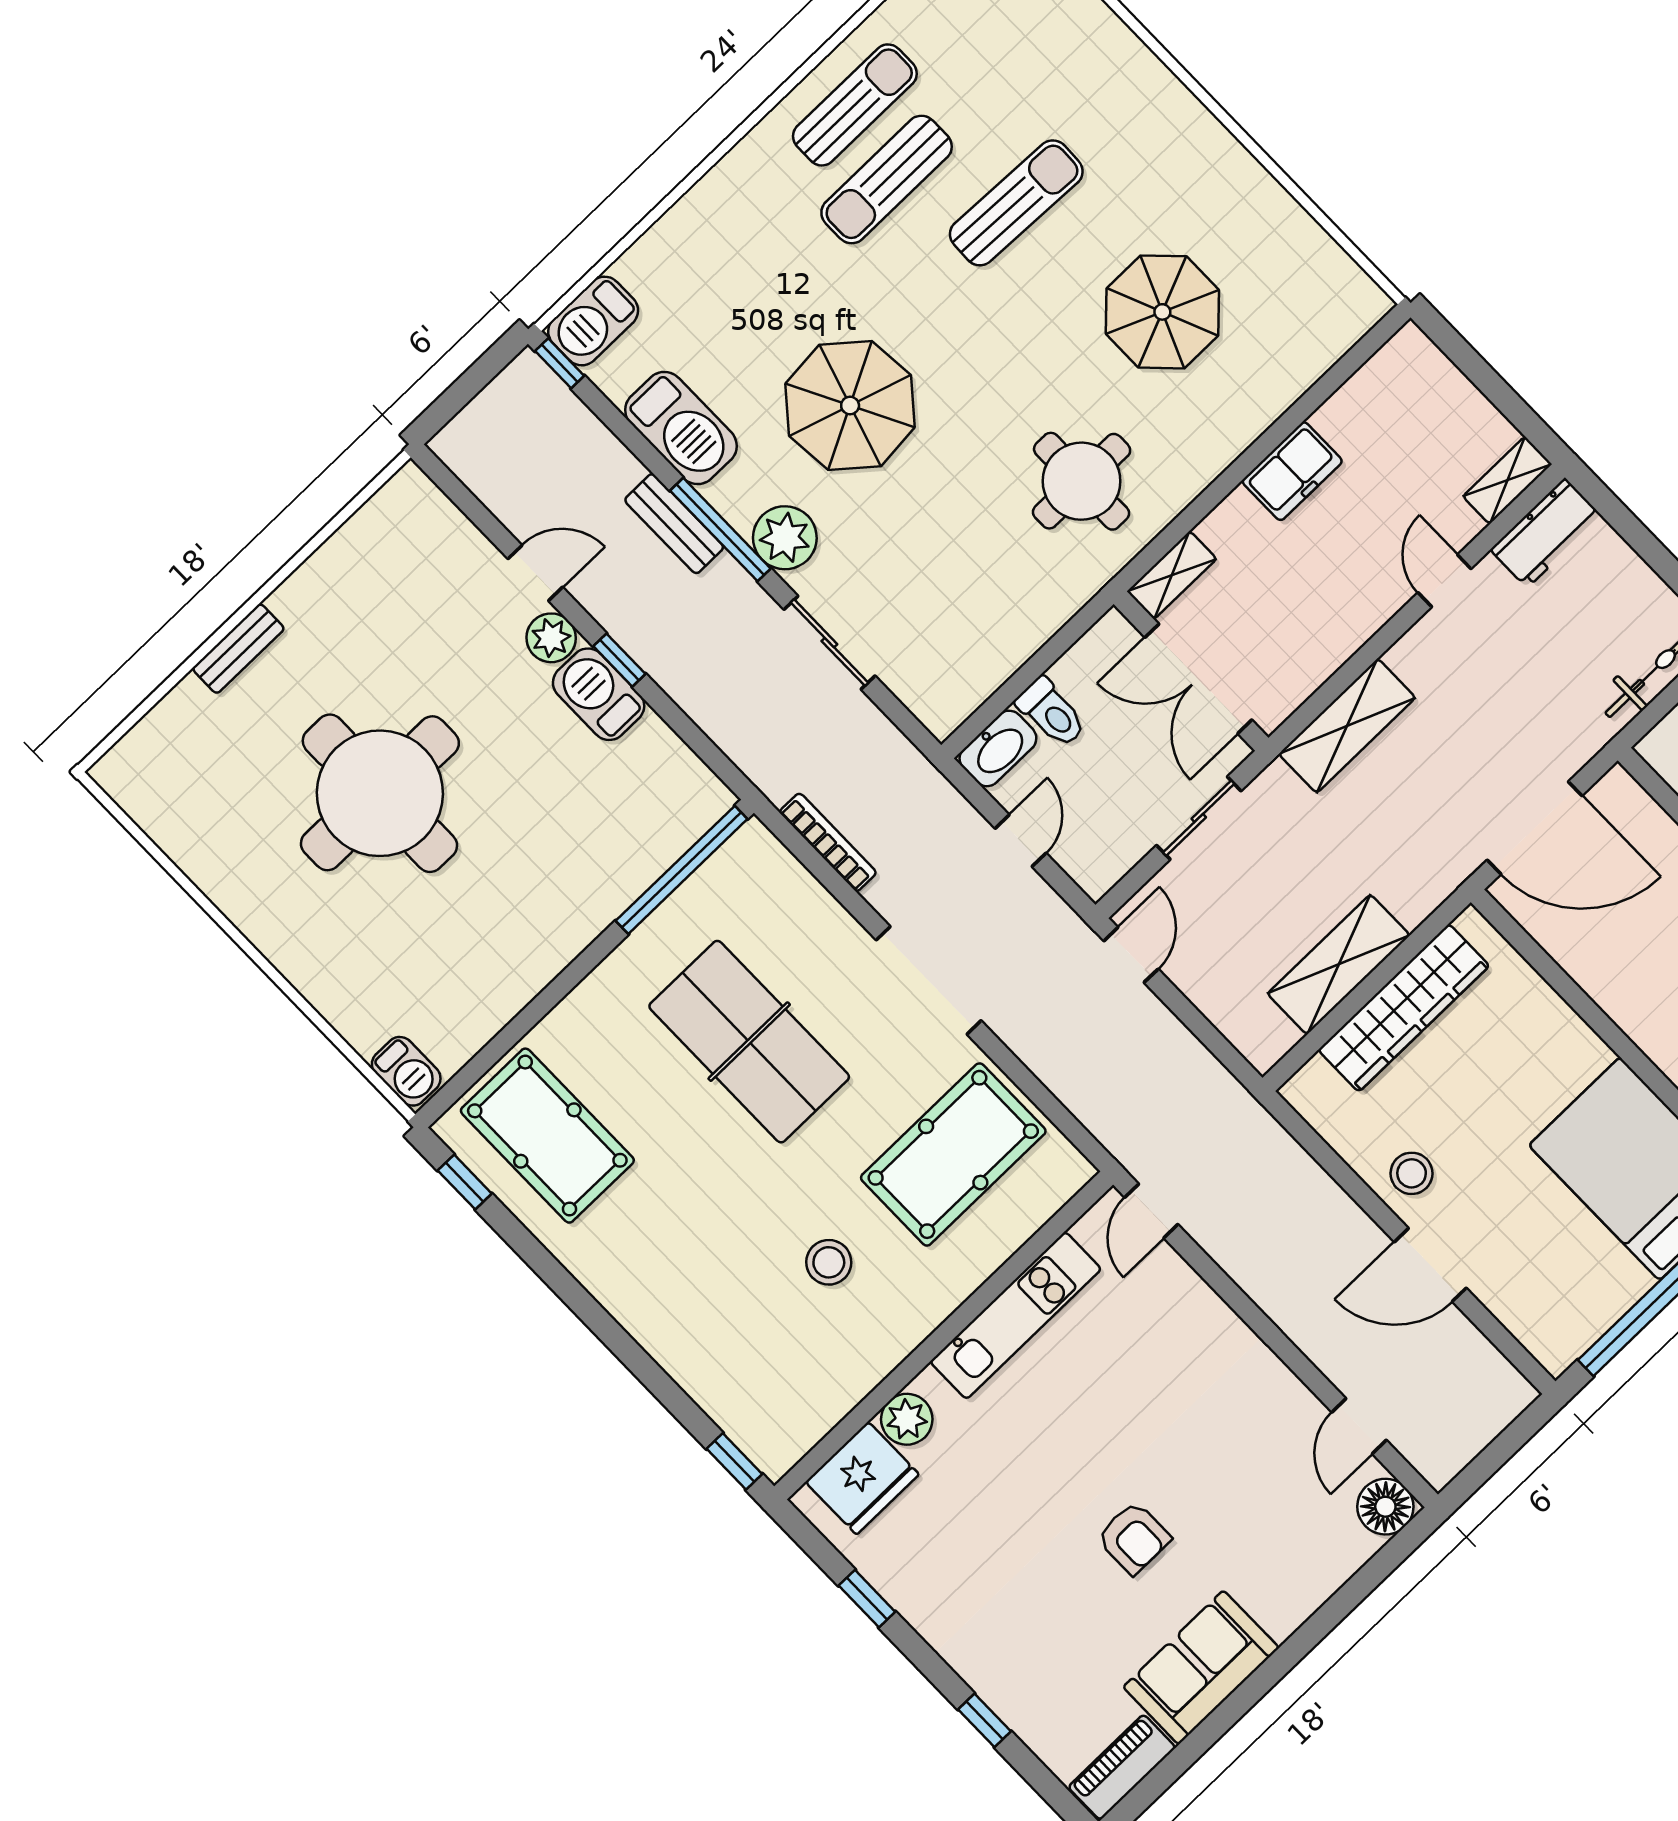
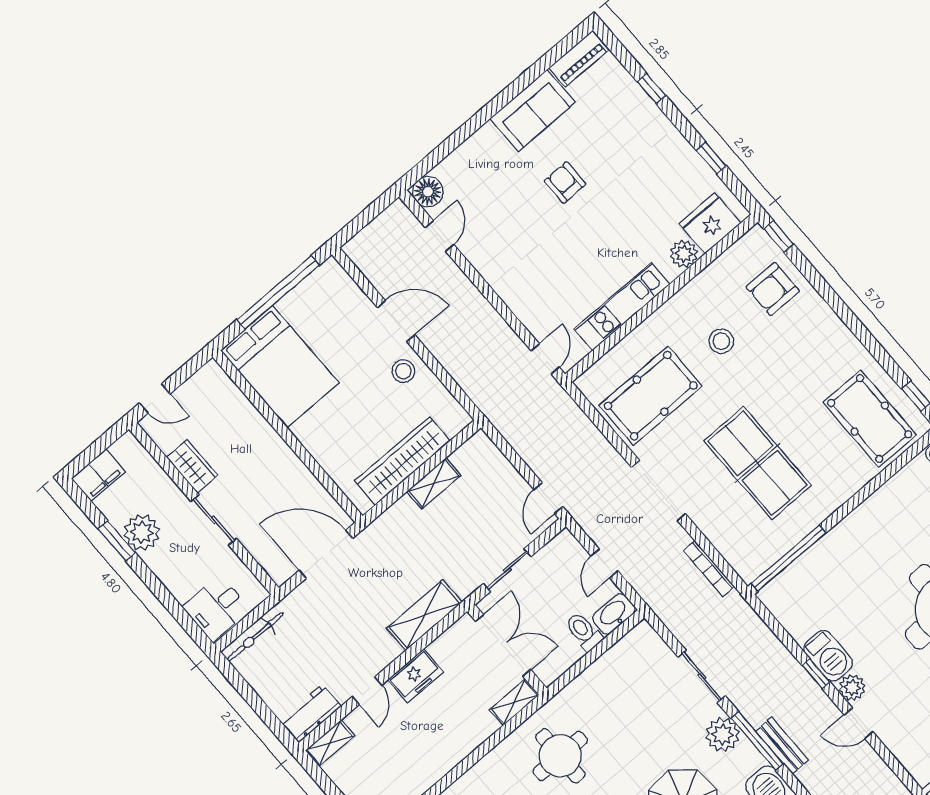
freezer: (1292, 471) -> (416, 676), moved, turned 180
shelving: (1339, 964) -> (434, 483), width x0.67, depth x0.75
armchair: (740, 1364) -> (773, 289), added

